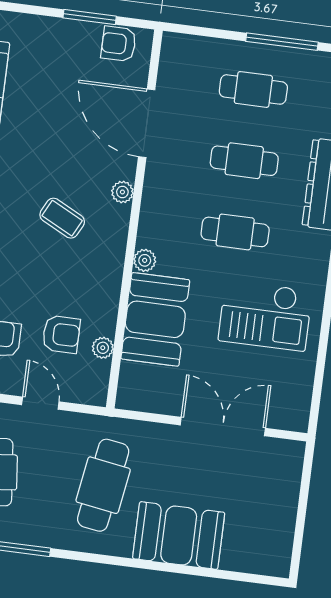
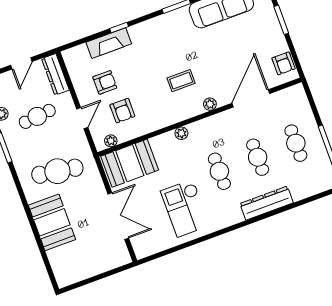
window: (90, 17) -> (281, 20), moved
armchair: (119, 44) -> (284, 63), turned 180
coffee table: (62, 218) -> (181, 81), turned 63
booth: (155, 319) -> (130, 163), moved
plant: (103, 348) -> (111, 141), moved

